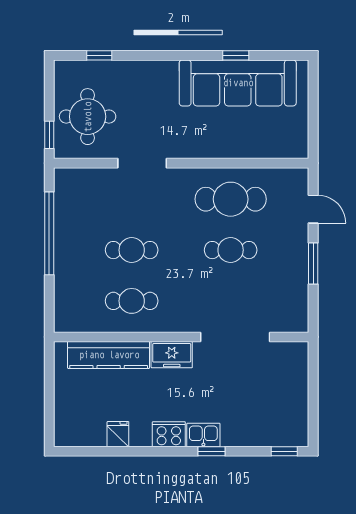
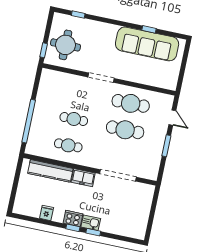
doorway: (142, 163) -> (101, 78), moved
window: (49, 233) -> (29, 121), moved
cafe table: (231, 250) -> (125, 130), width x1.37, depth x1.35
window: (284, 451) -> (73, 228), moved

